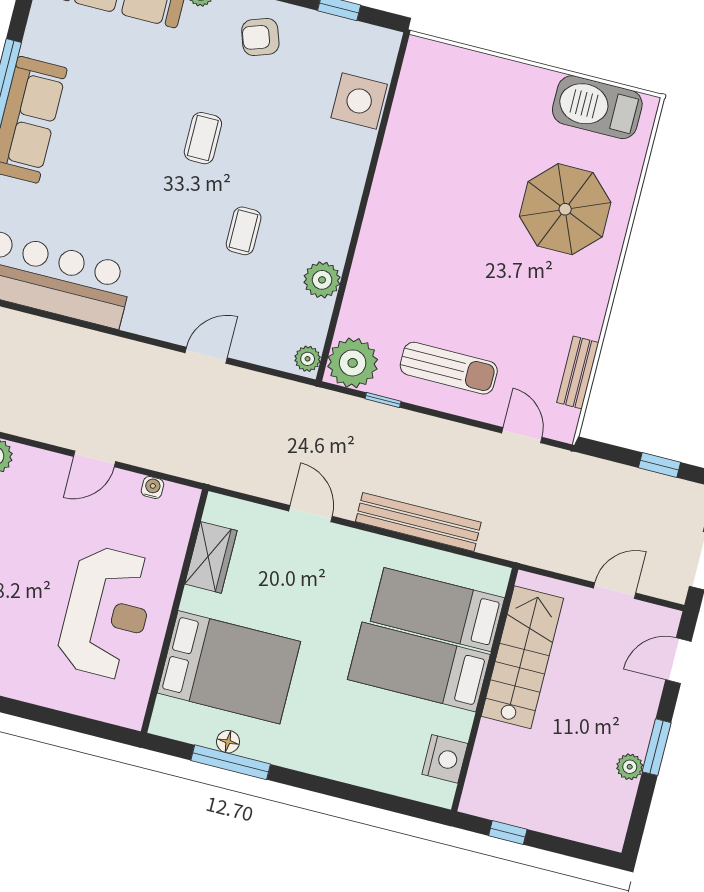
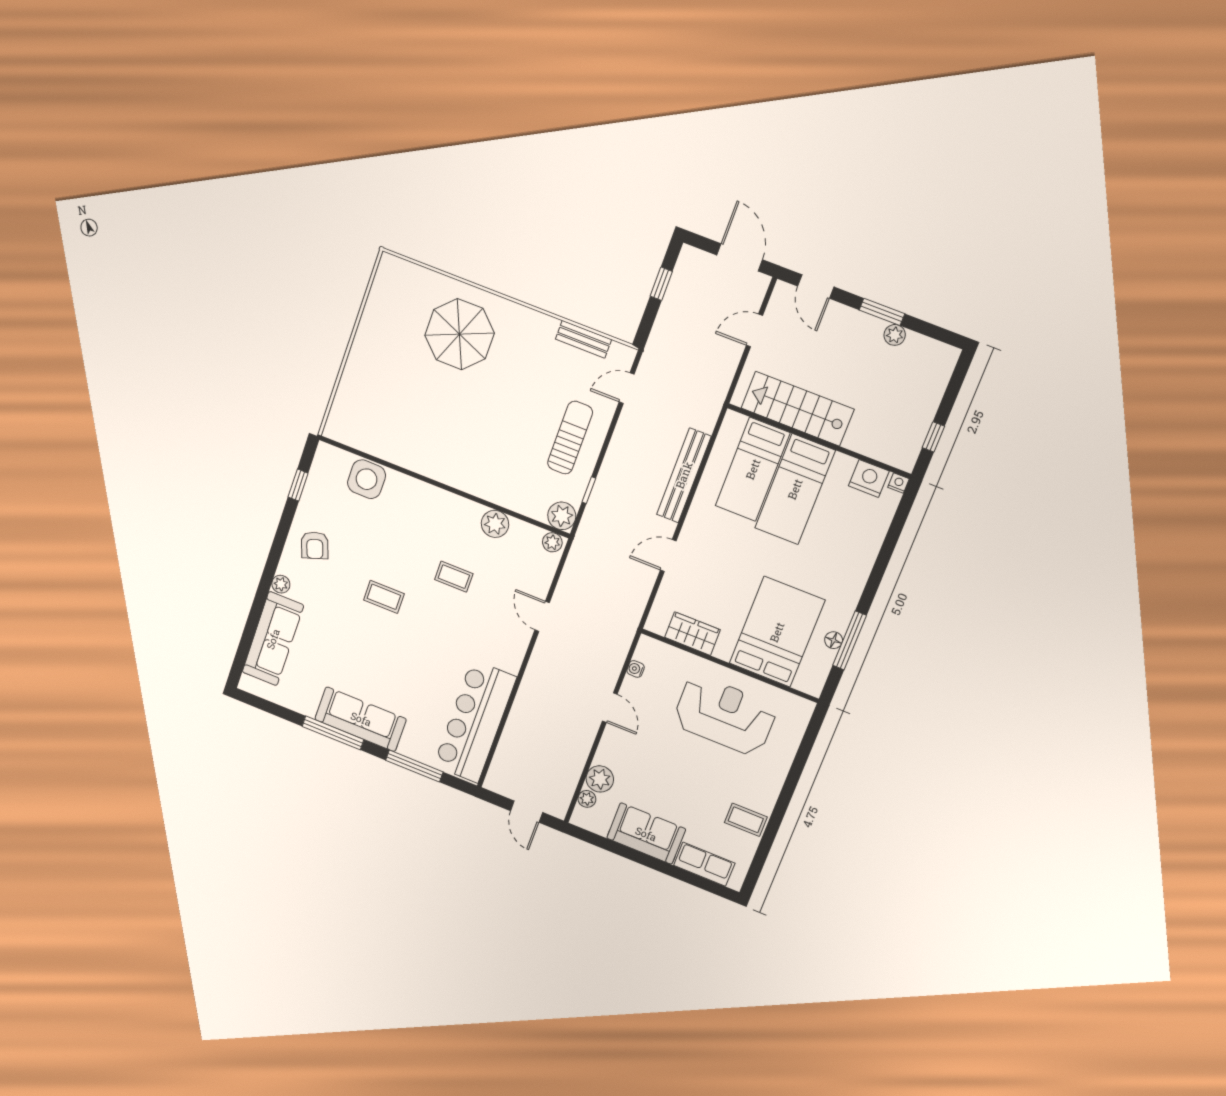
barbecue: (597, 107) -> (386, 300), removed
plant: (353, 363) -> (562, 516), width x0.73, depth x0.73
door: (615, 591) -> (755, 331), hinge flipped
nightstand: (444, 797) -> (898, 483), added

